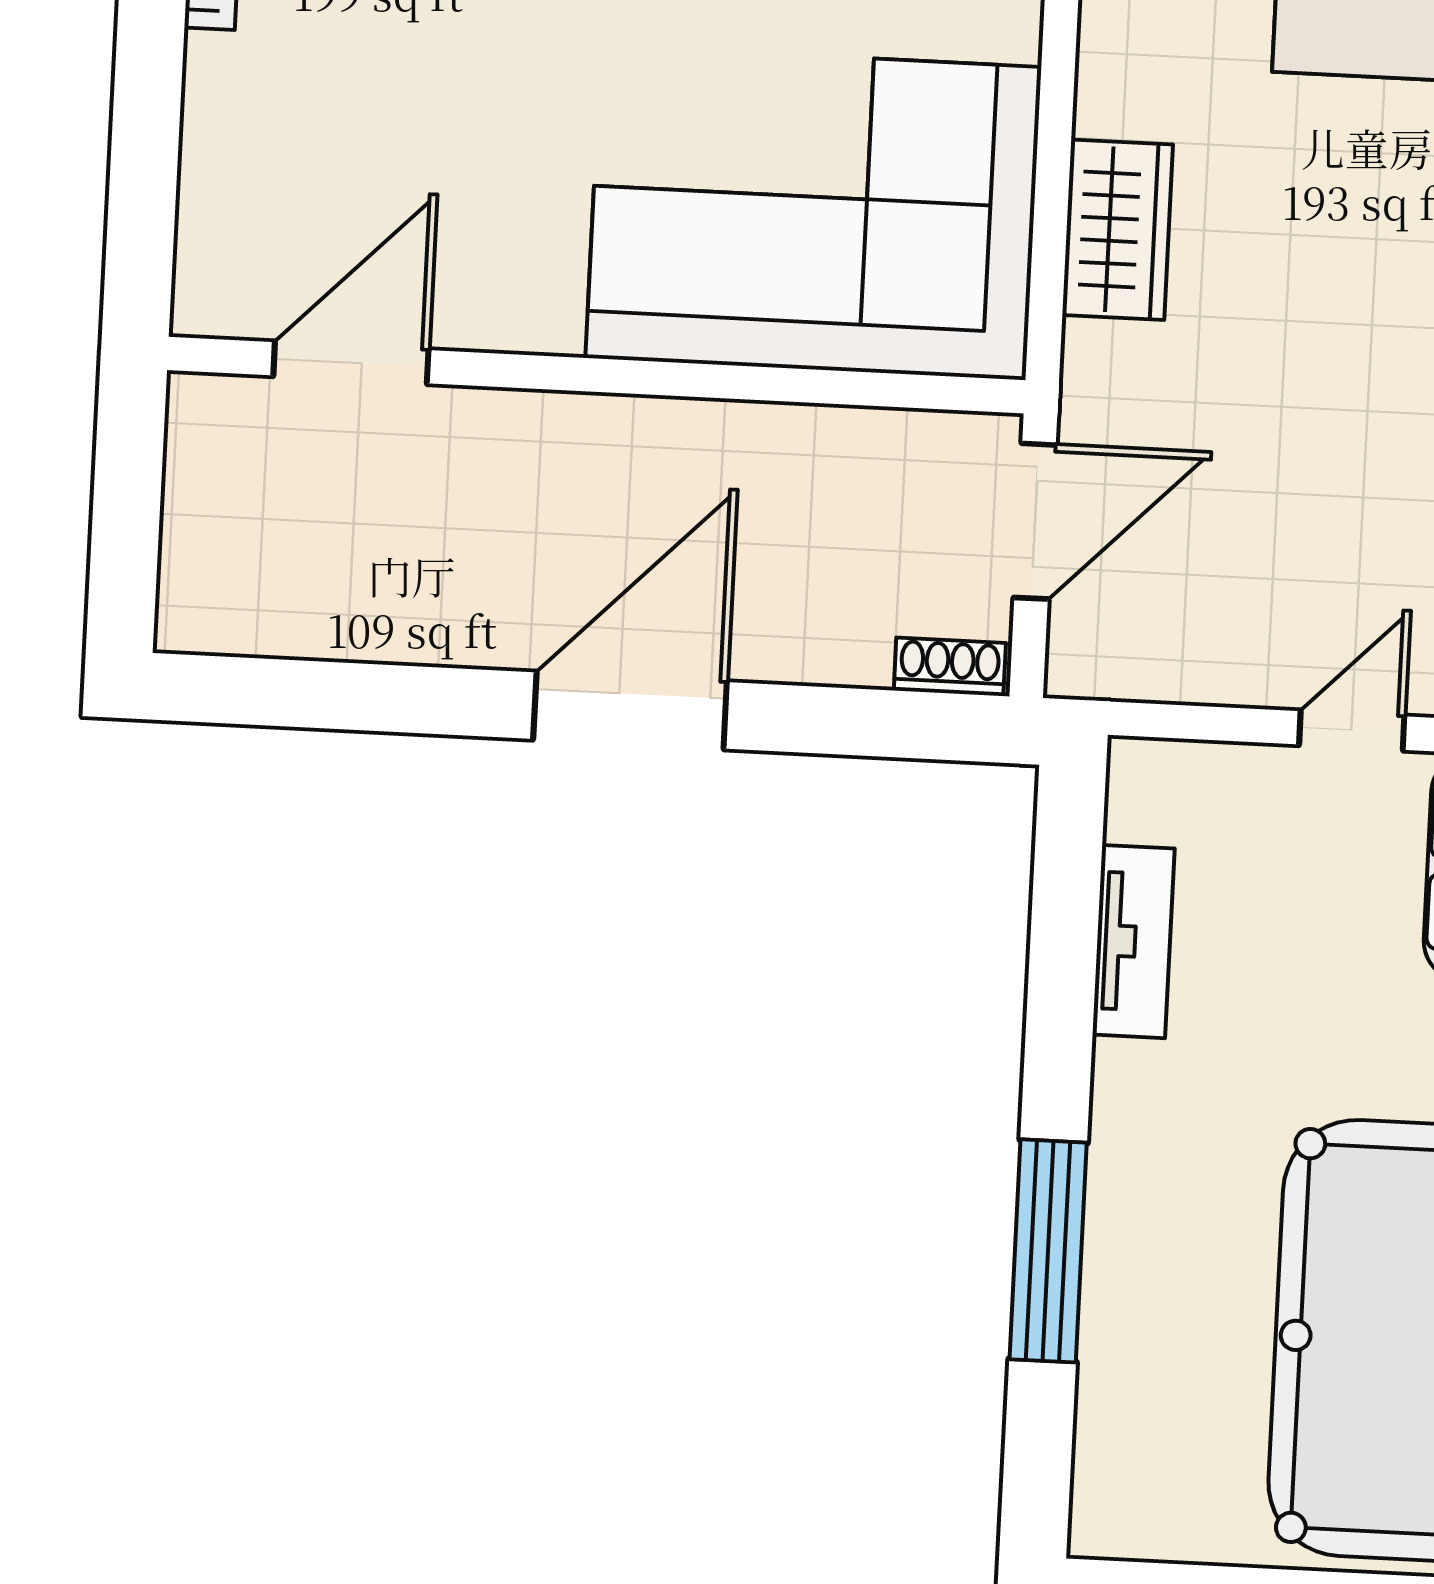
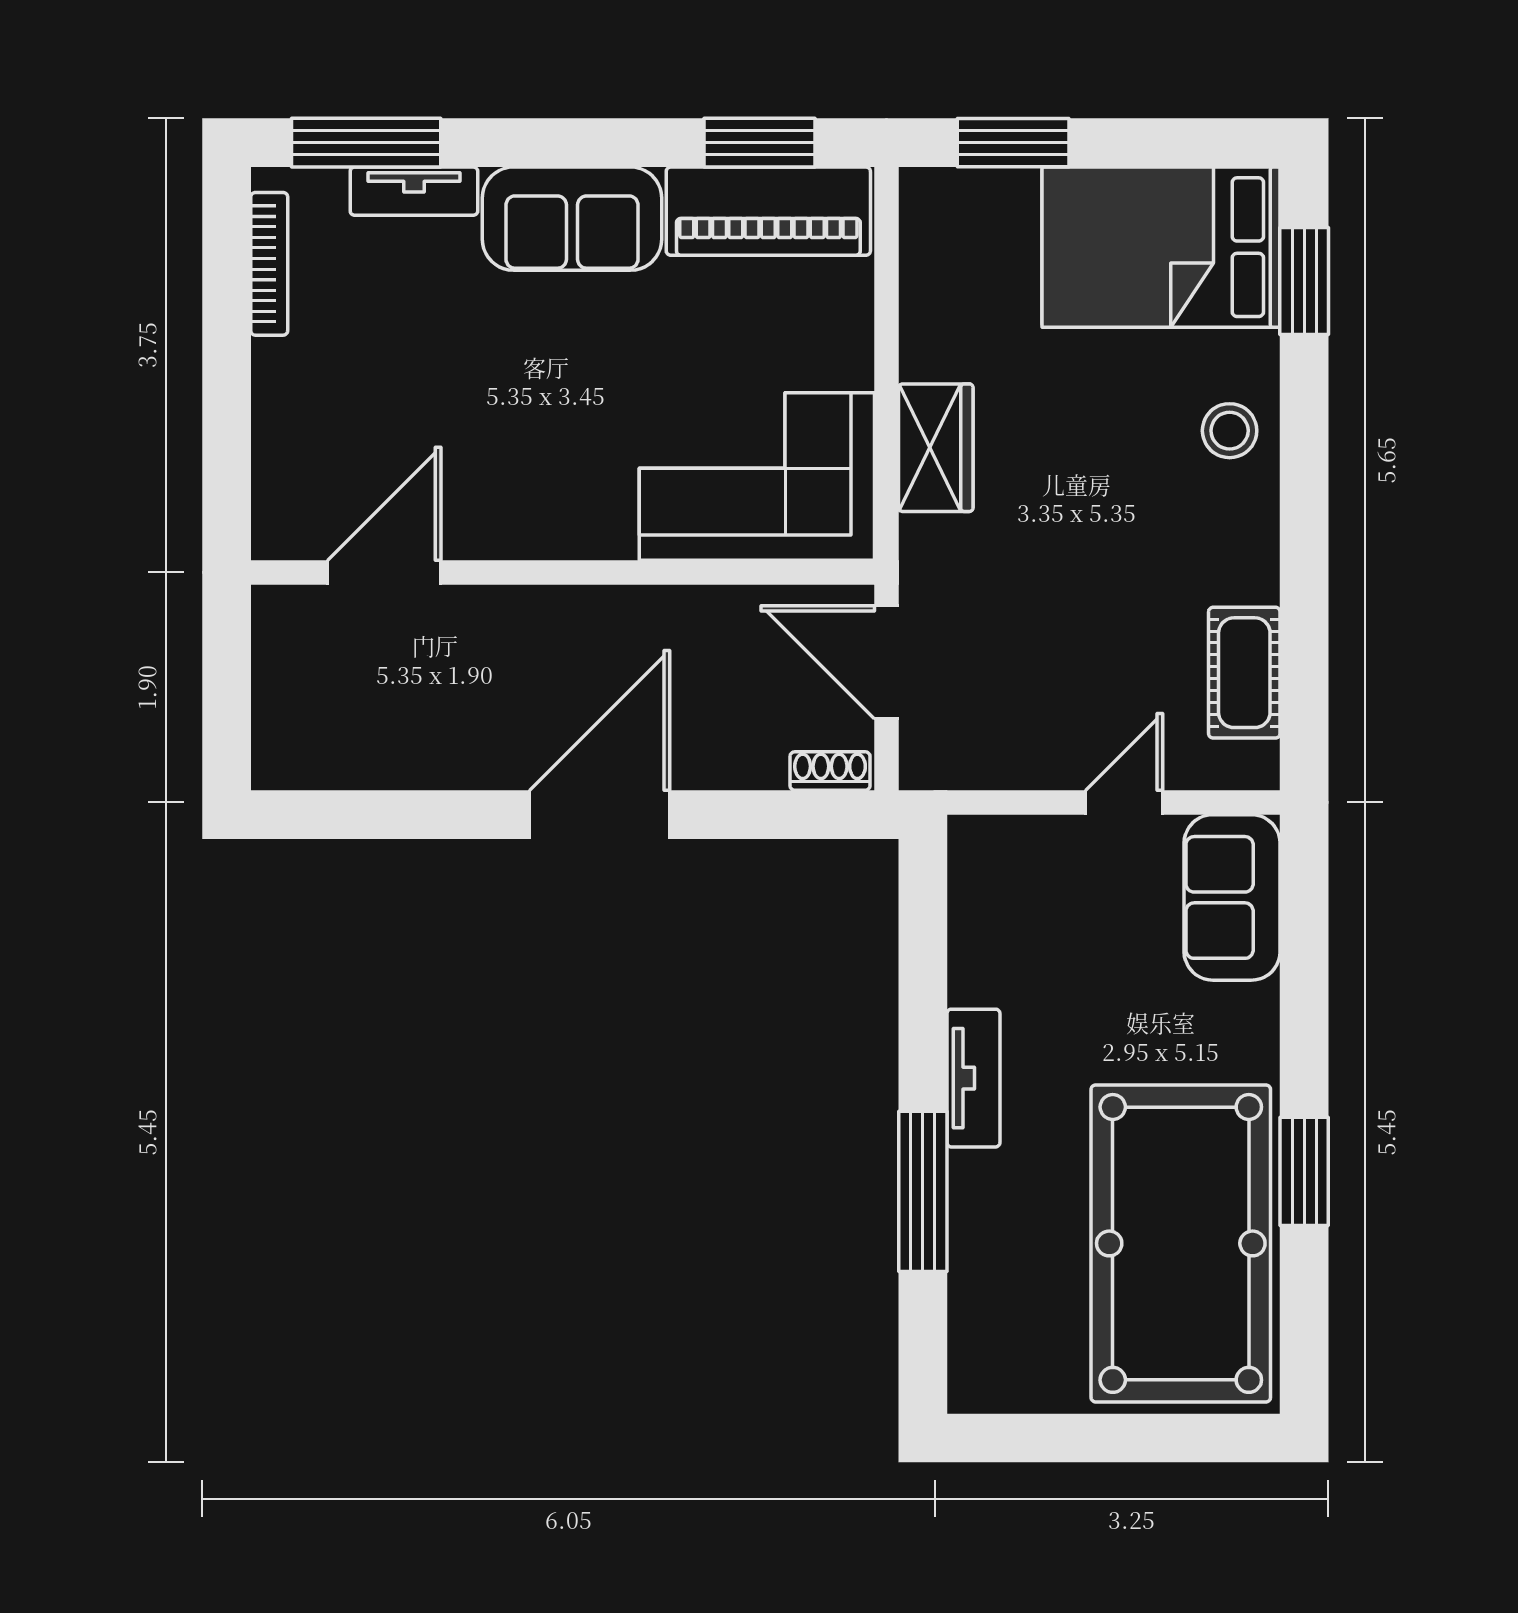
corner sofa: (813, 212) -> (757, 476), width x0.73, depth x0.74
door: (1035, 521) -> (887, 662), swing flipped
tv unit: (1133, 942) -> (973, 1078), moved

